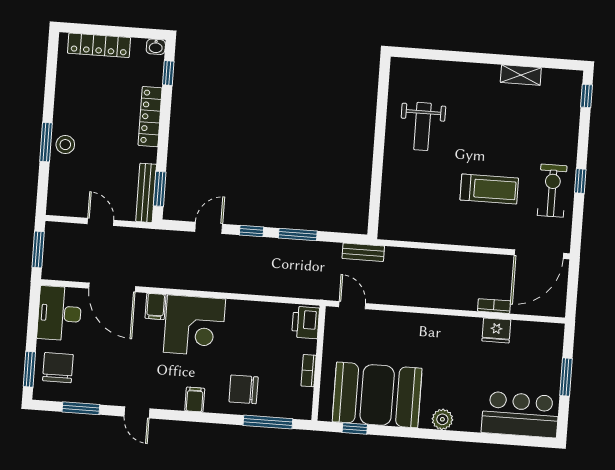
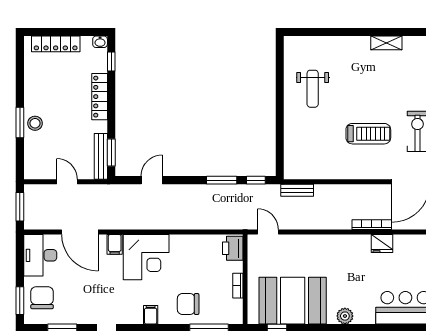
window: (252, 231) -> (256, 180), moved
bench: (363, 252) -> (297, 190), moved
bookcase: (494, 306) -> (372, 225), width x1.56

